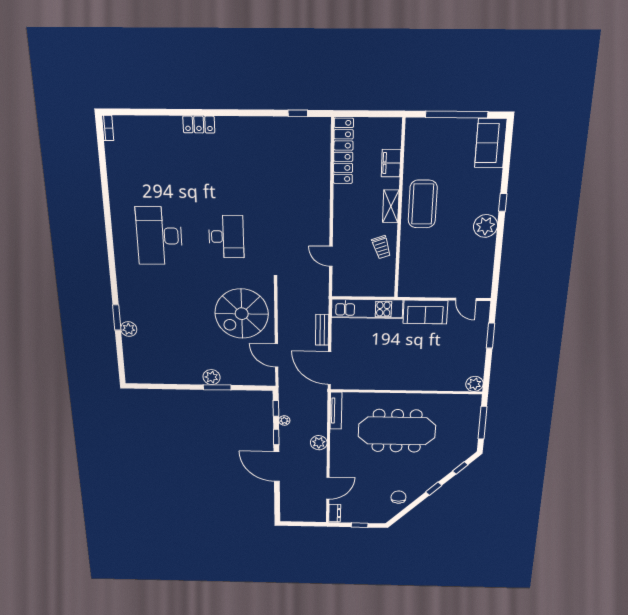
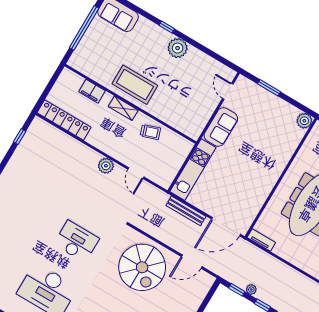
door: (331, 256) -> (136, 173), hinge flipped
door: (466, 299) -> (228, 91), swing flipped
bench: (322, 330) -> (186, 211), width x1.36
tv unit: (336, 411) -> (261, 240), width x0.71
plant: (319, 443) -> (106, 166), moved

